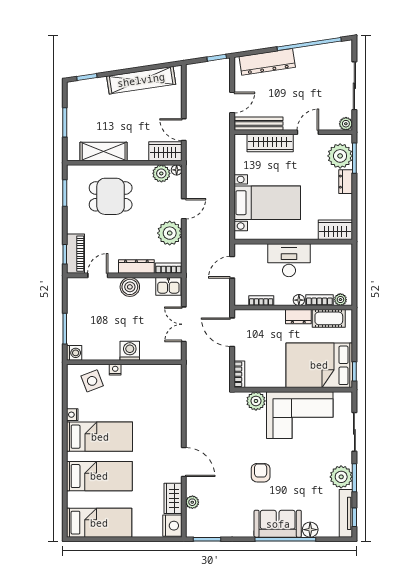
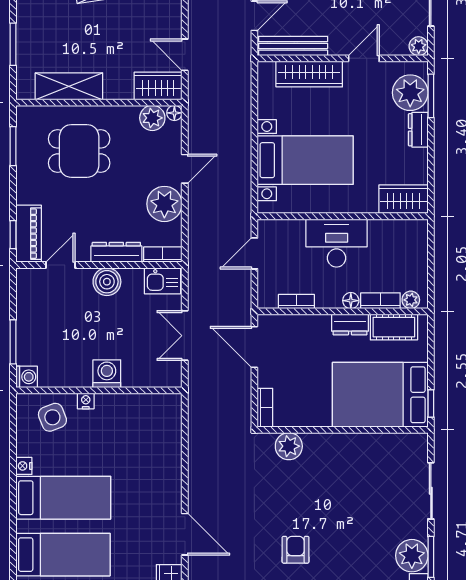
corner sofa: (300, 415) -> (352, 467), removed

